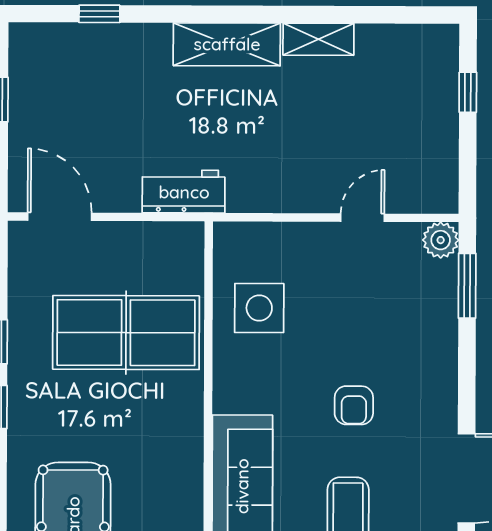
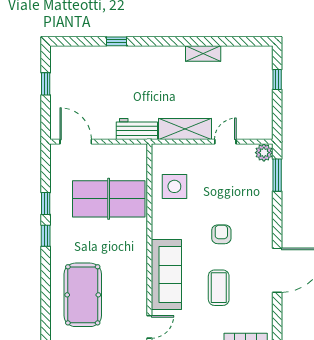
window: (99, 14) -> (117, 41), moved
shelving: (227, 44) -> (185, 129), moved
armchair: (354, 405) -> (221, 234), turned 180

